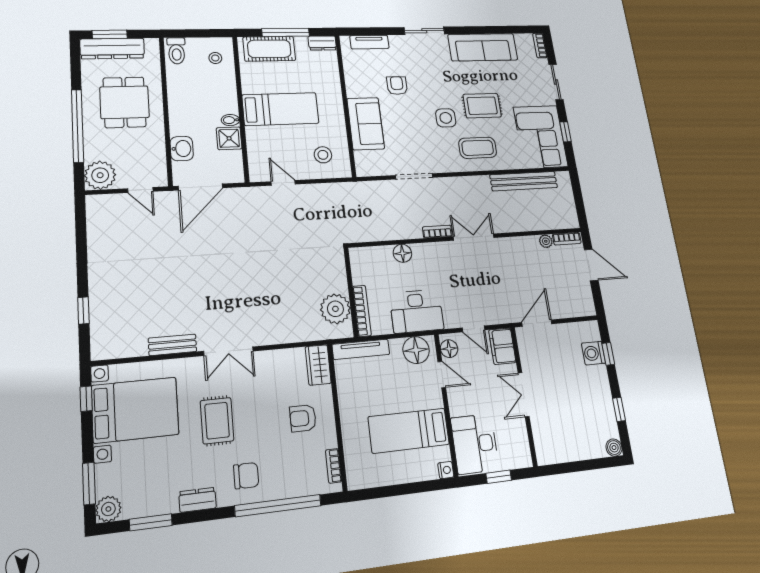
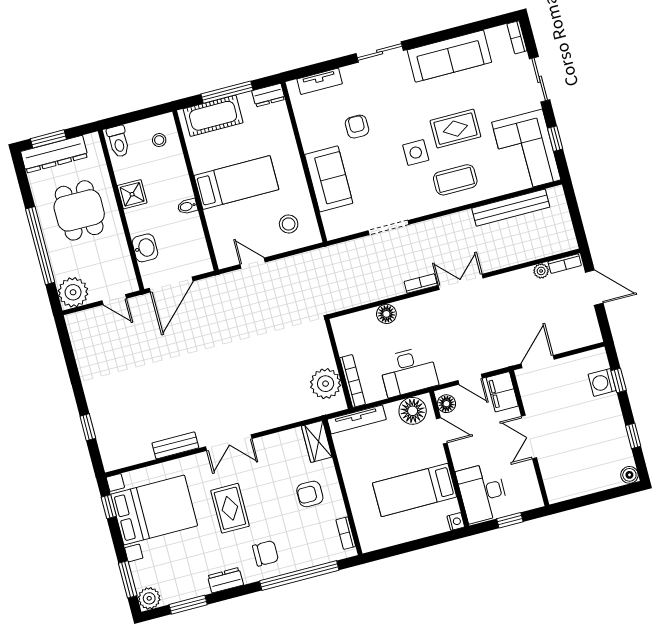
shower: (229, 138) -> (132, 194), moved

